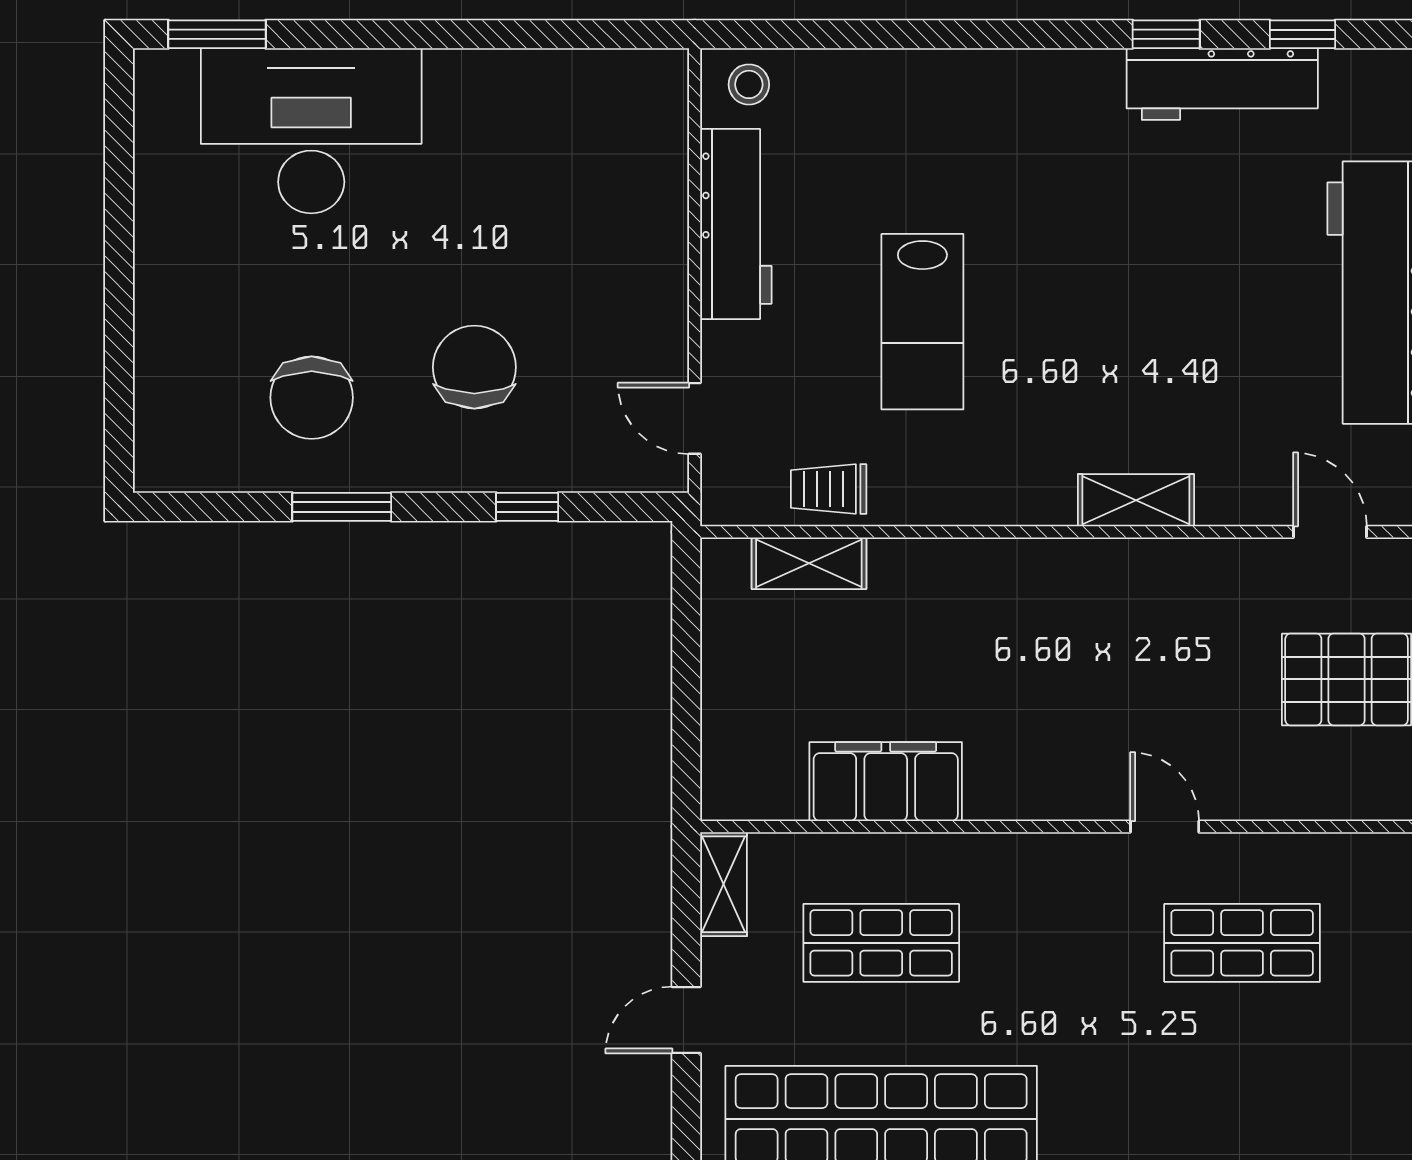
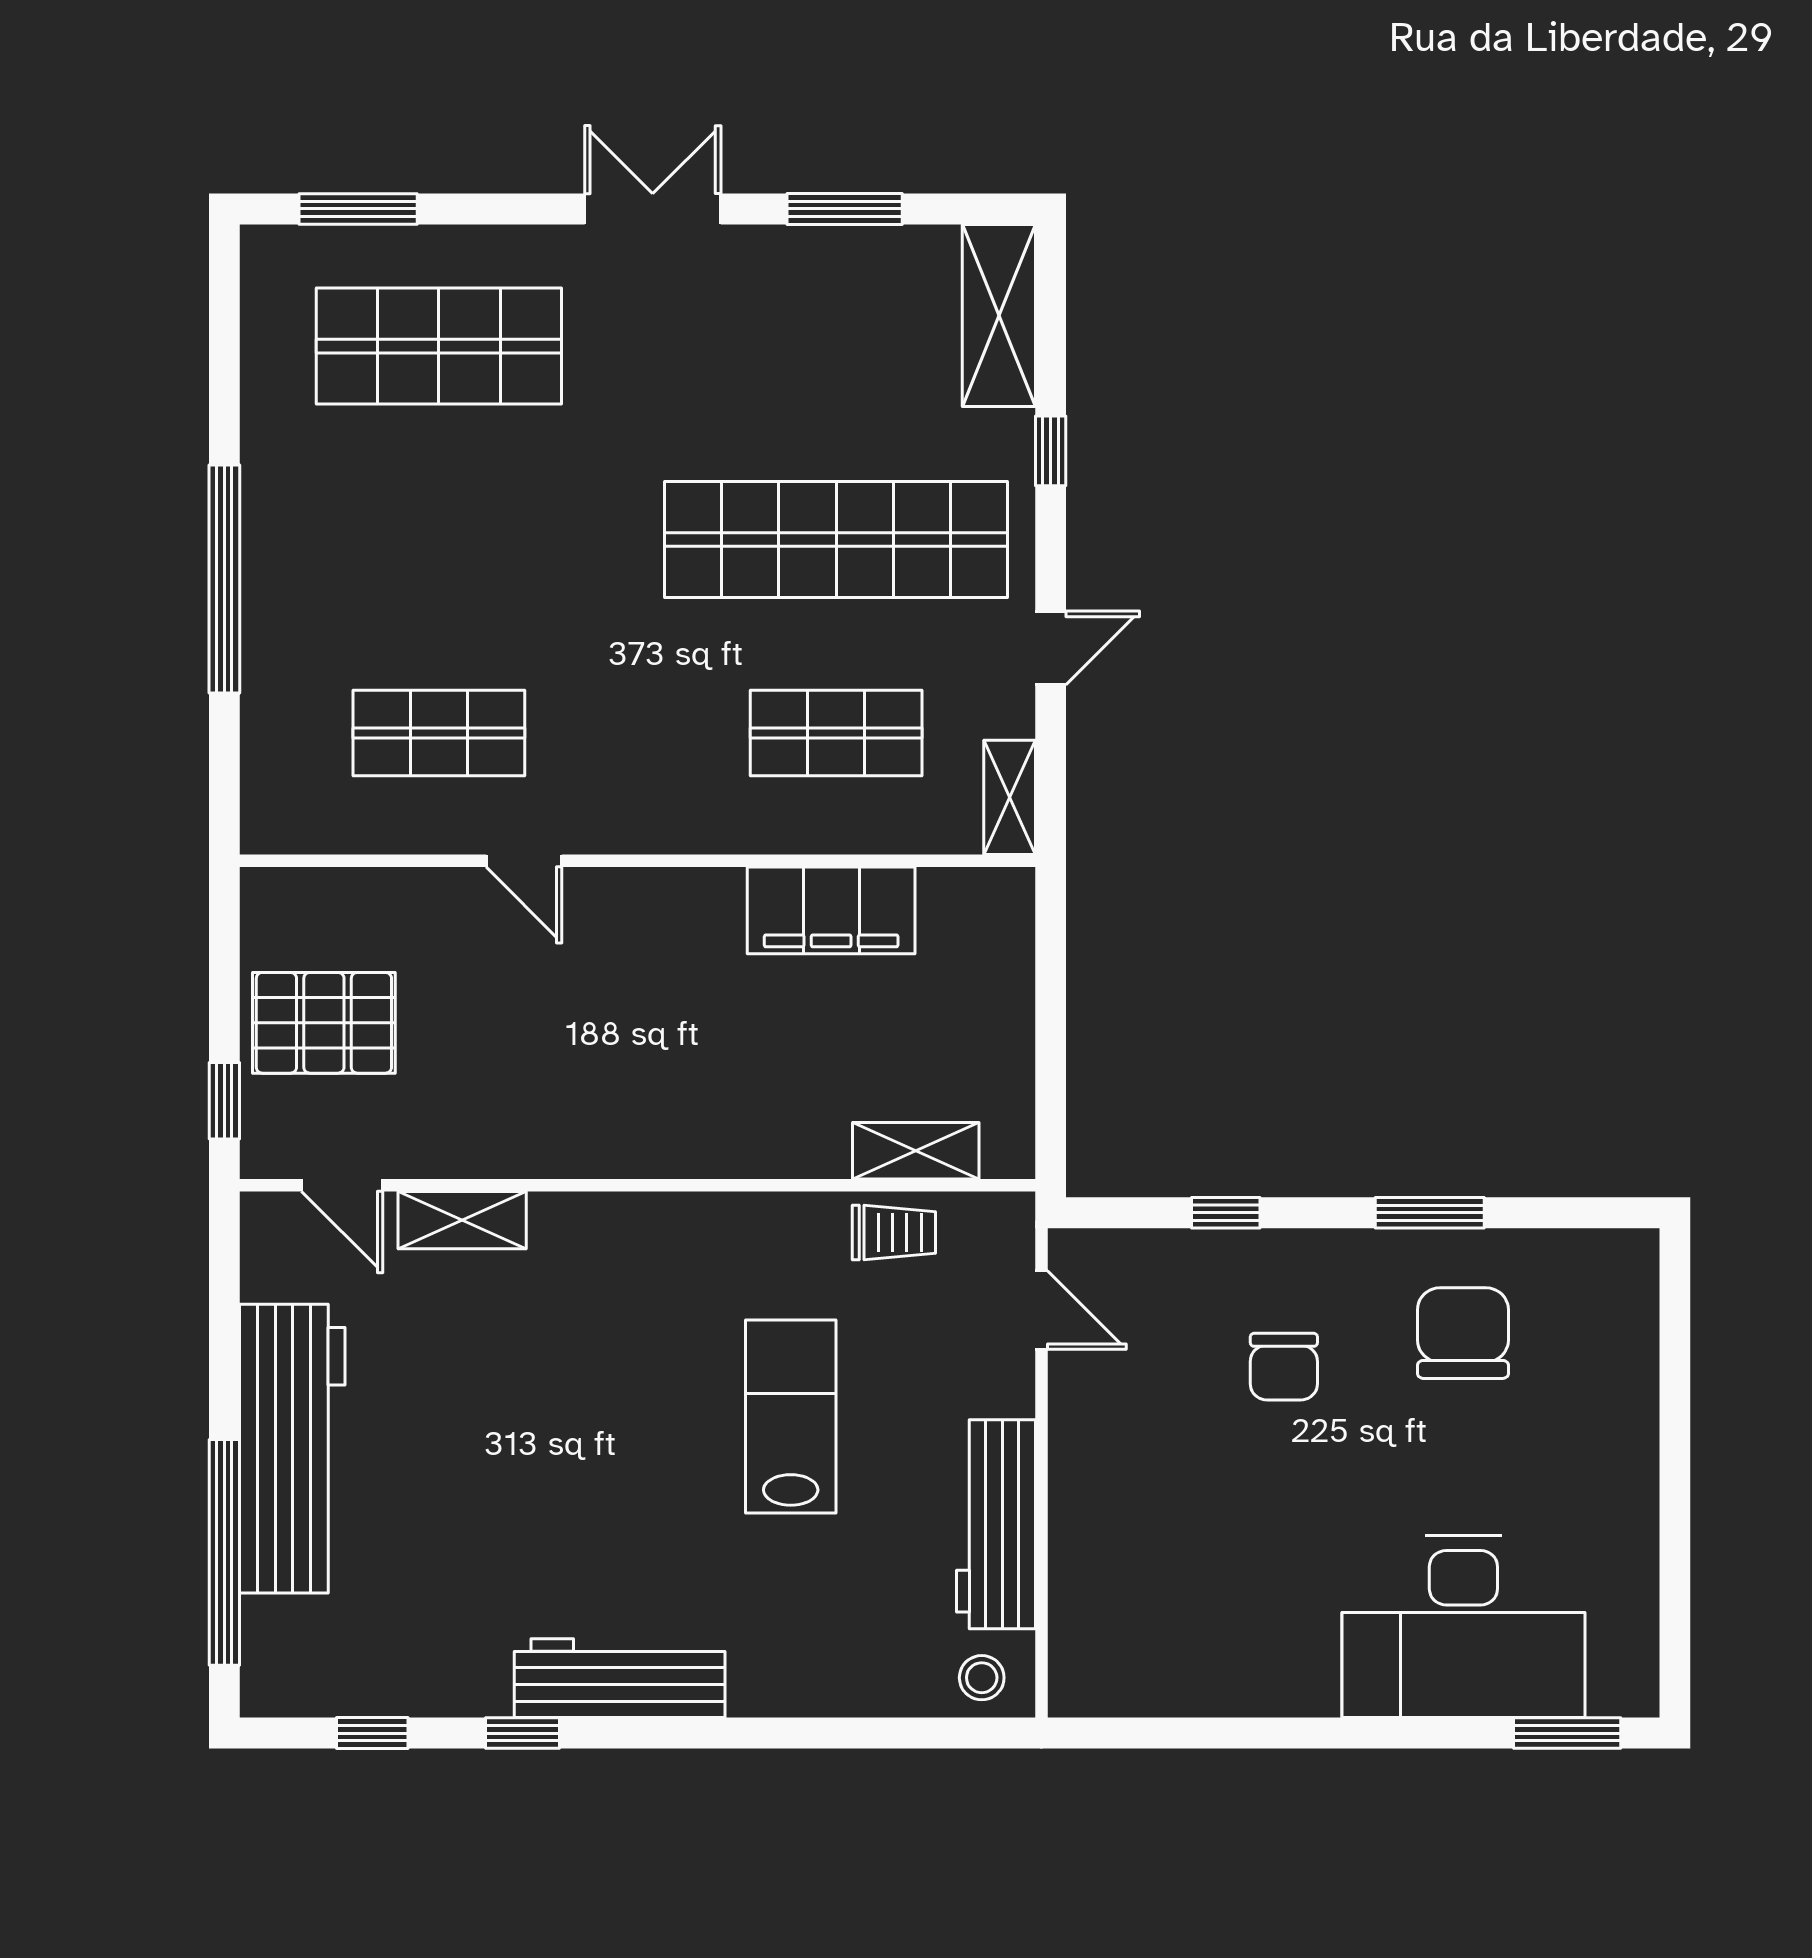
workbench: (1222, 84) -> (620, 1678), moved
chair: (474, 367) -> (1284, 1367), width x0.73, depth x0.73
shelving: (1136, 500) -> (462, 1220), moved

